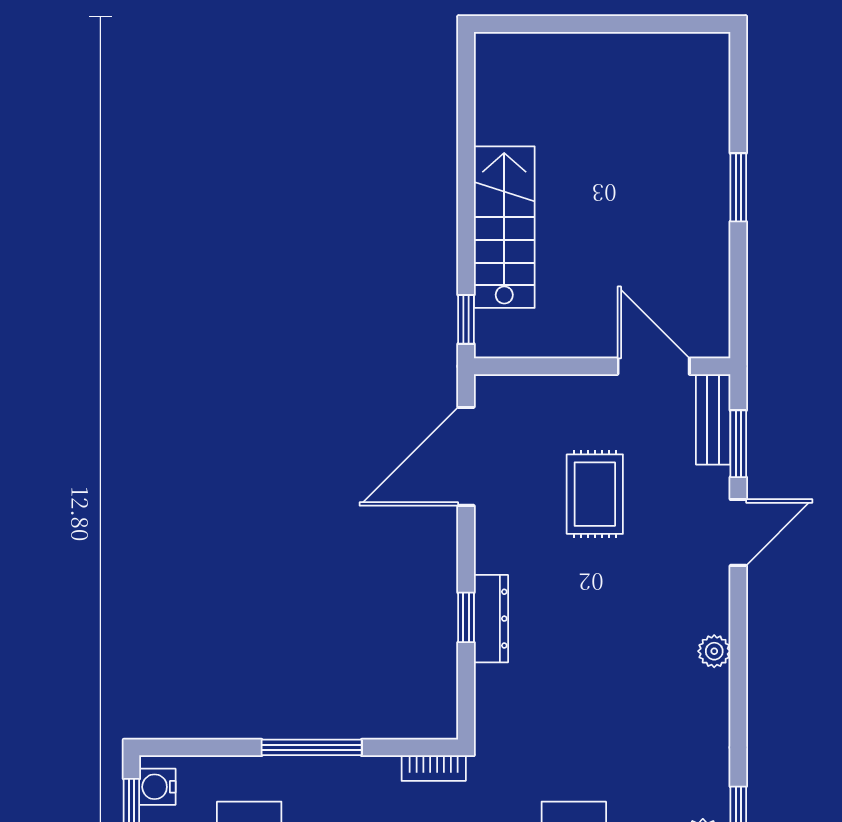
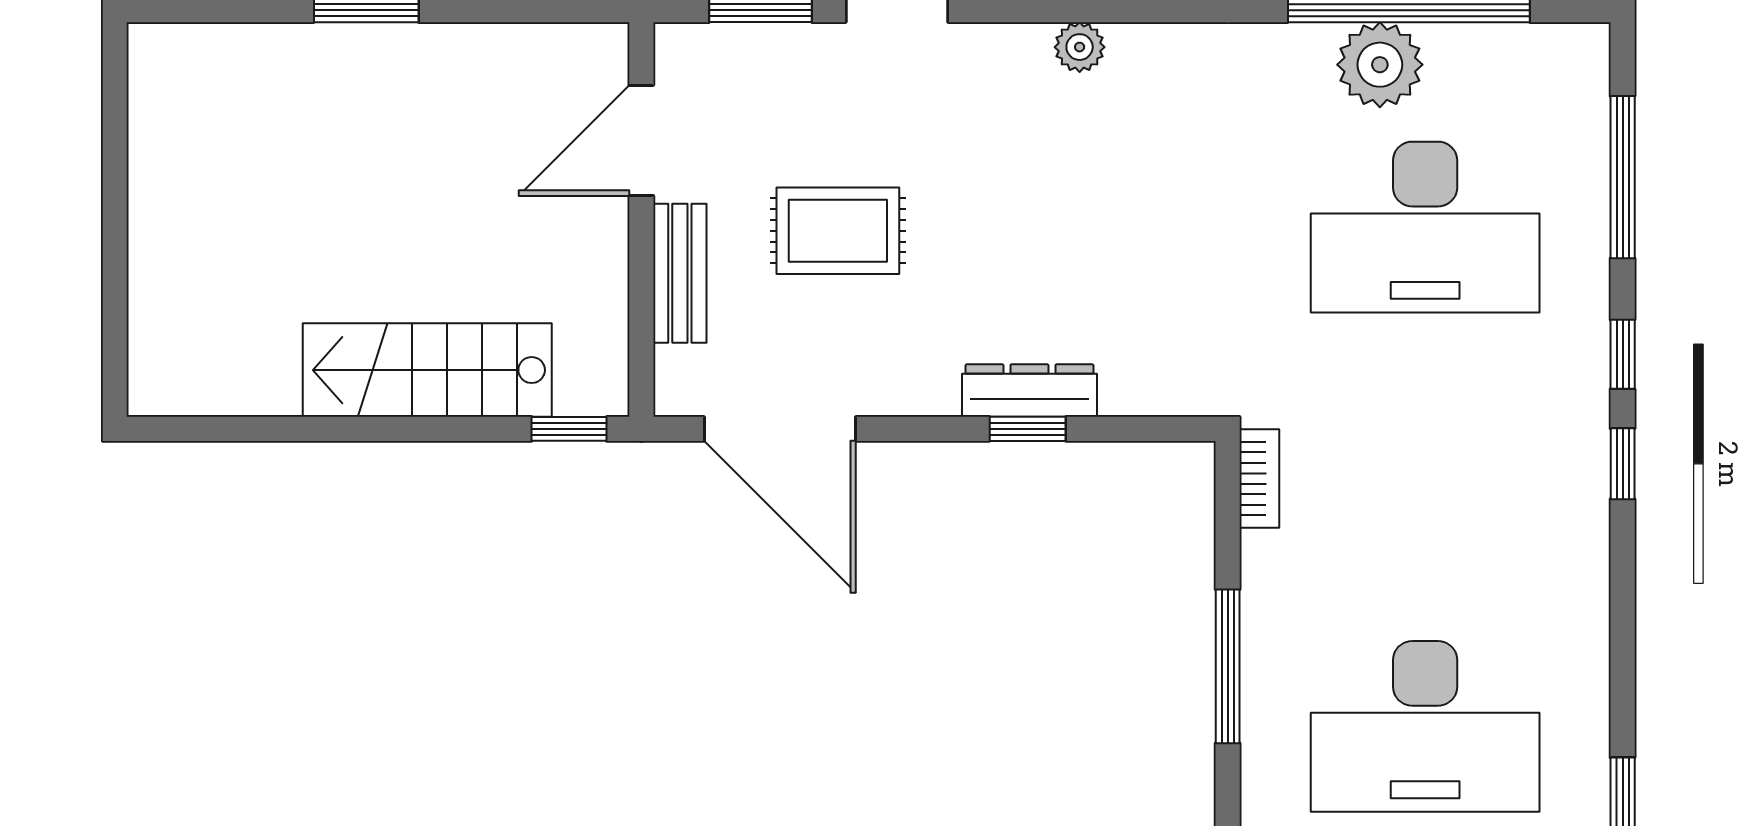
bench: (713, 419) -> (680, 273), moved, turned 90

